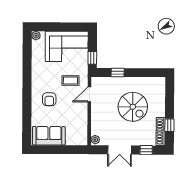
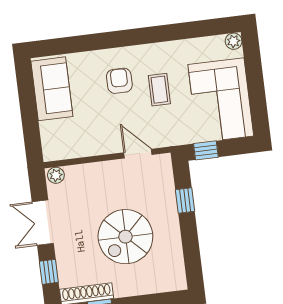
coffee table: (70, 81) -> (159, 90), moved
armchair: (49, 99) -> (119, 81), turned 90

